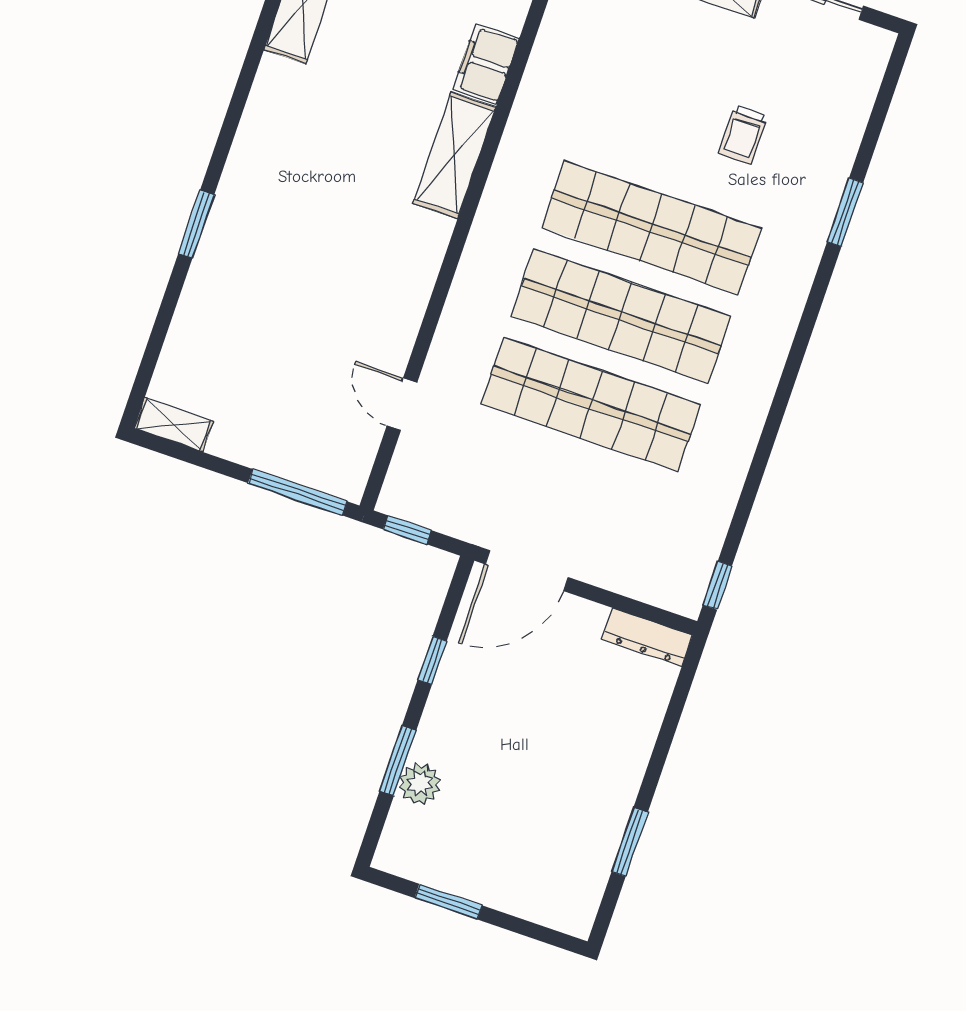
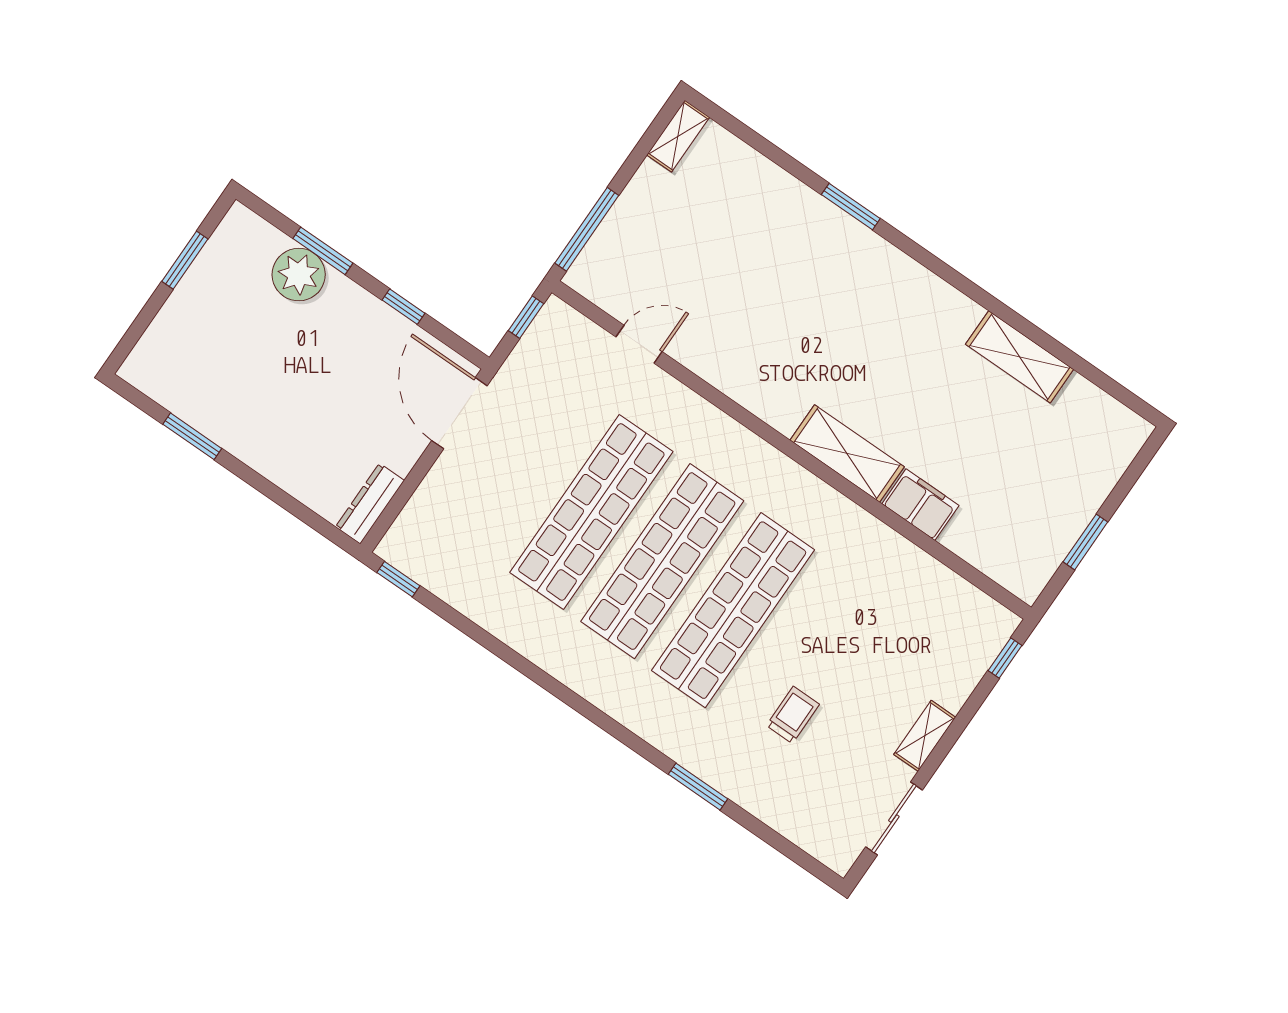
trolley: (743, 135) -> (793, 715), turned 90
plant: (420, 784) -> (299, 275), width x1.36, depth x1.36

